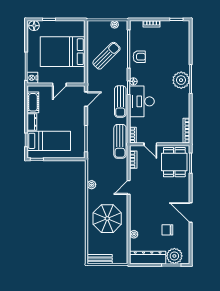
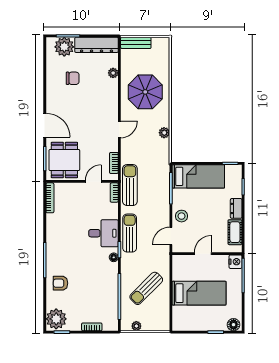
bed: (63, 52) -> (199, 293), width x0.67
armchair: (139, 57) -> (61, 283), moved
plant: (181, 80) -> (56, 319), moved
desk: (142, 101) -> (103, 233), width x0.73
stool: (77, 116) -> (182, 216), added
bed: (49, 141) -> (198, 176), moved, turned 180
door: (150, 144) -> (93, 181), hinge flipped
door: (191, 212) -> (45, 125), moved
bench: (100, 259) -> (136, 43), moved

